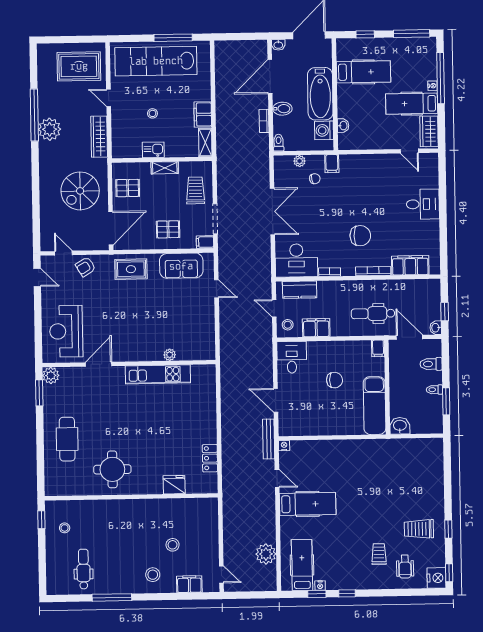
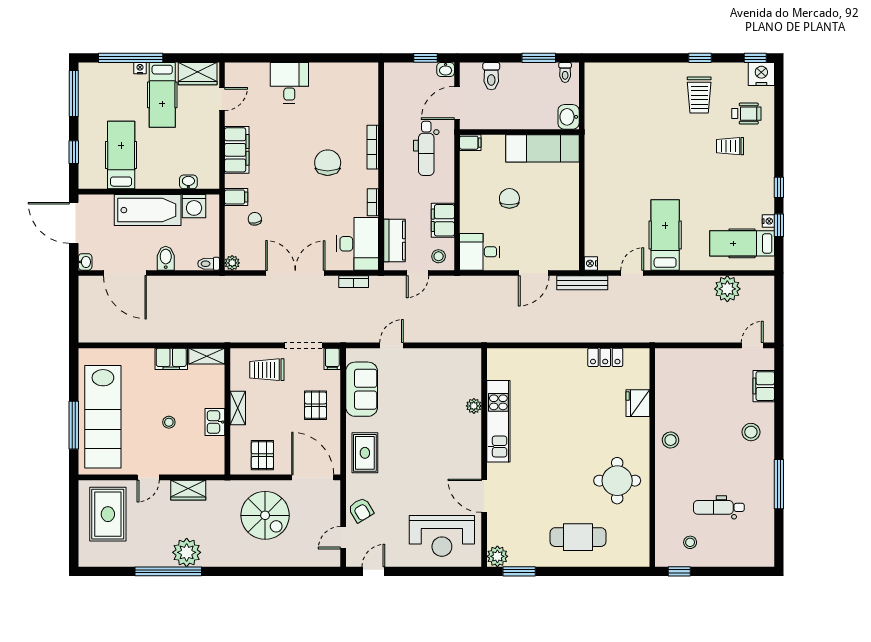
window: (173, 38) -> (74, 425), moved
bookcase: (264, 121) -> (354, 282), moved
wardrobe: (99, 137) -> (188, 490), width x0.67
plant: (300, 161) -> (232, 263), moved
filing cabinet: (410, 265) -> (237, 150), moved, turned 180
toilet: (434, 390) -> (565, 72), moved
stool: (173, 545) -> (671, 440), moved
dental chair: (83, 569) -> (719, 507), moved

